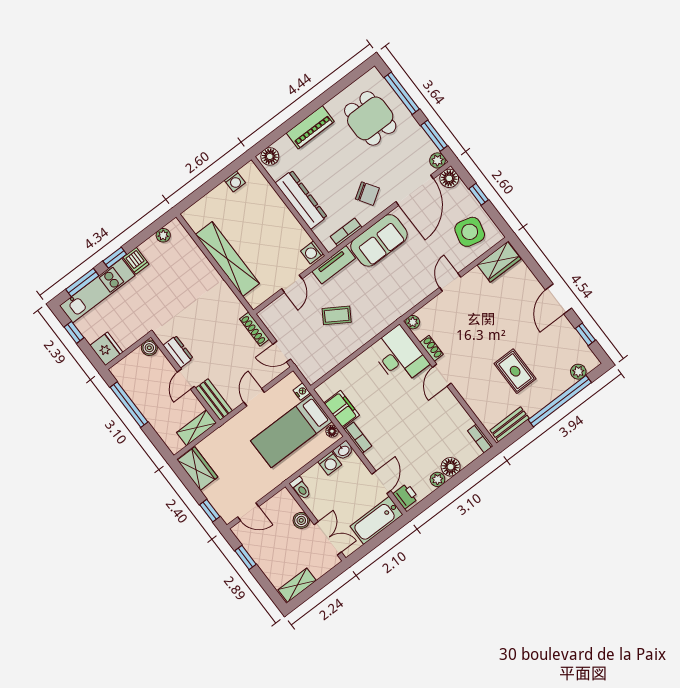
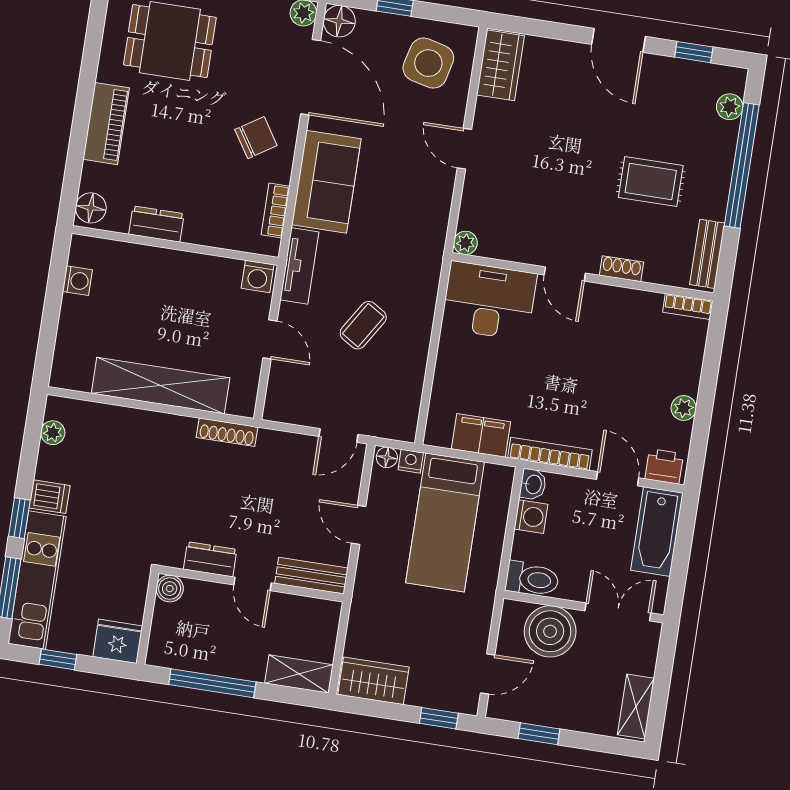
dresser: (301, 200) -> (156, 224), width x0.51, depth x0.80
shoe rack: (254, 329) -> (227, 432), moved
shoe rack: (431, 348) -> (621, 269), moved
shelving: (197, 428) -> (299, 674), moved, turned 90
floor lamp: (332, 431) -> (387, 457), moved
bookcase: (358, 438) -> (550, 454), width x1.56
floor lamp: (451, 467) -> (685, 377), removed
toilet: (301, 488) -> (532, 579), width x1.37, depth x1.39
boiler: (301, 520) -> (550, 631), width x1.86, depth x1.86

